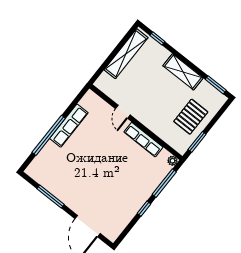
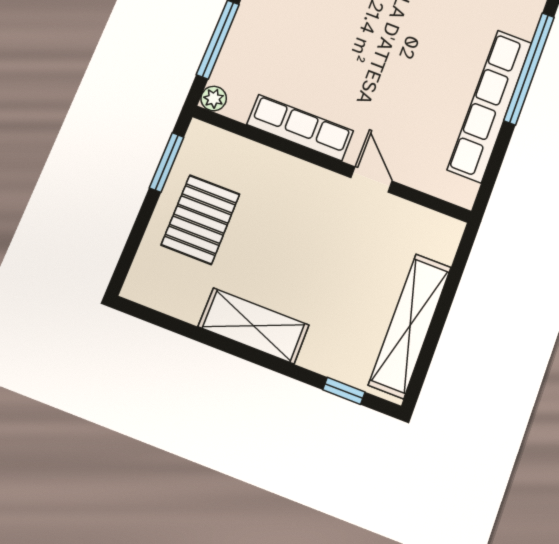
window: (216, 85) -> (161, 320), removed
row of seats: (69, 126) -> (490, 106), width x1.36

